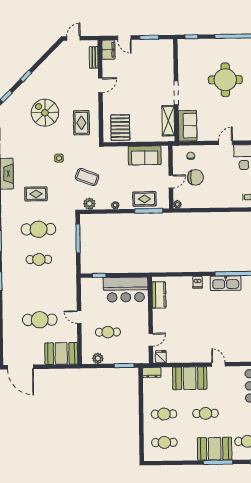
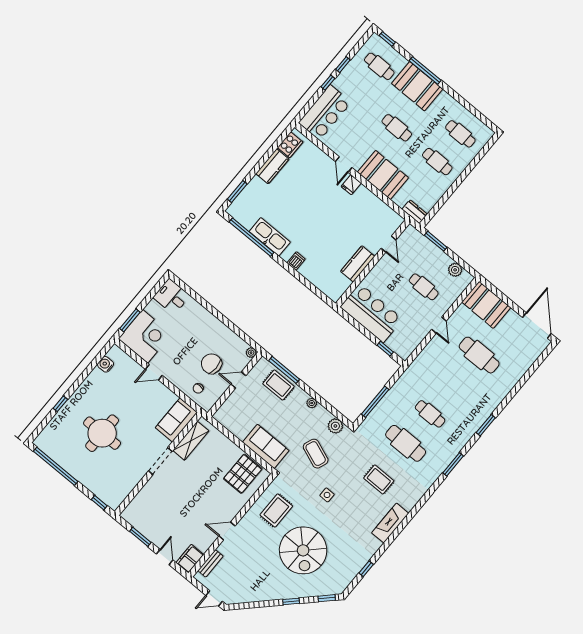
spiral stairs: (45, 113) -> (303, 550), width x1.37, depth x1.37
sofa: (145, 155) -> (266, 446), moved
kitchen counter: (159, 295) -> (358, 264), moved
door: (151, 340) -> (389, 244), swing flipped
fridge: (161, 357) -> (351, 185), moved

